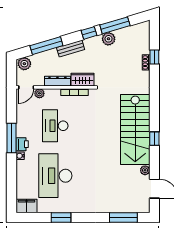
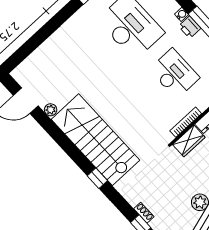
window: (154, 139) -> (97, 178), moved
window: (123, 218) -> (30, 46), removed

